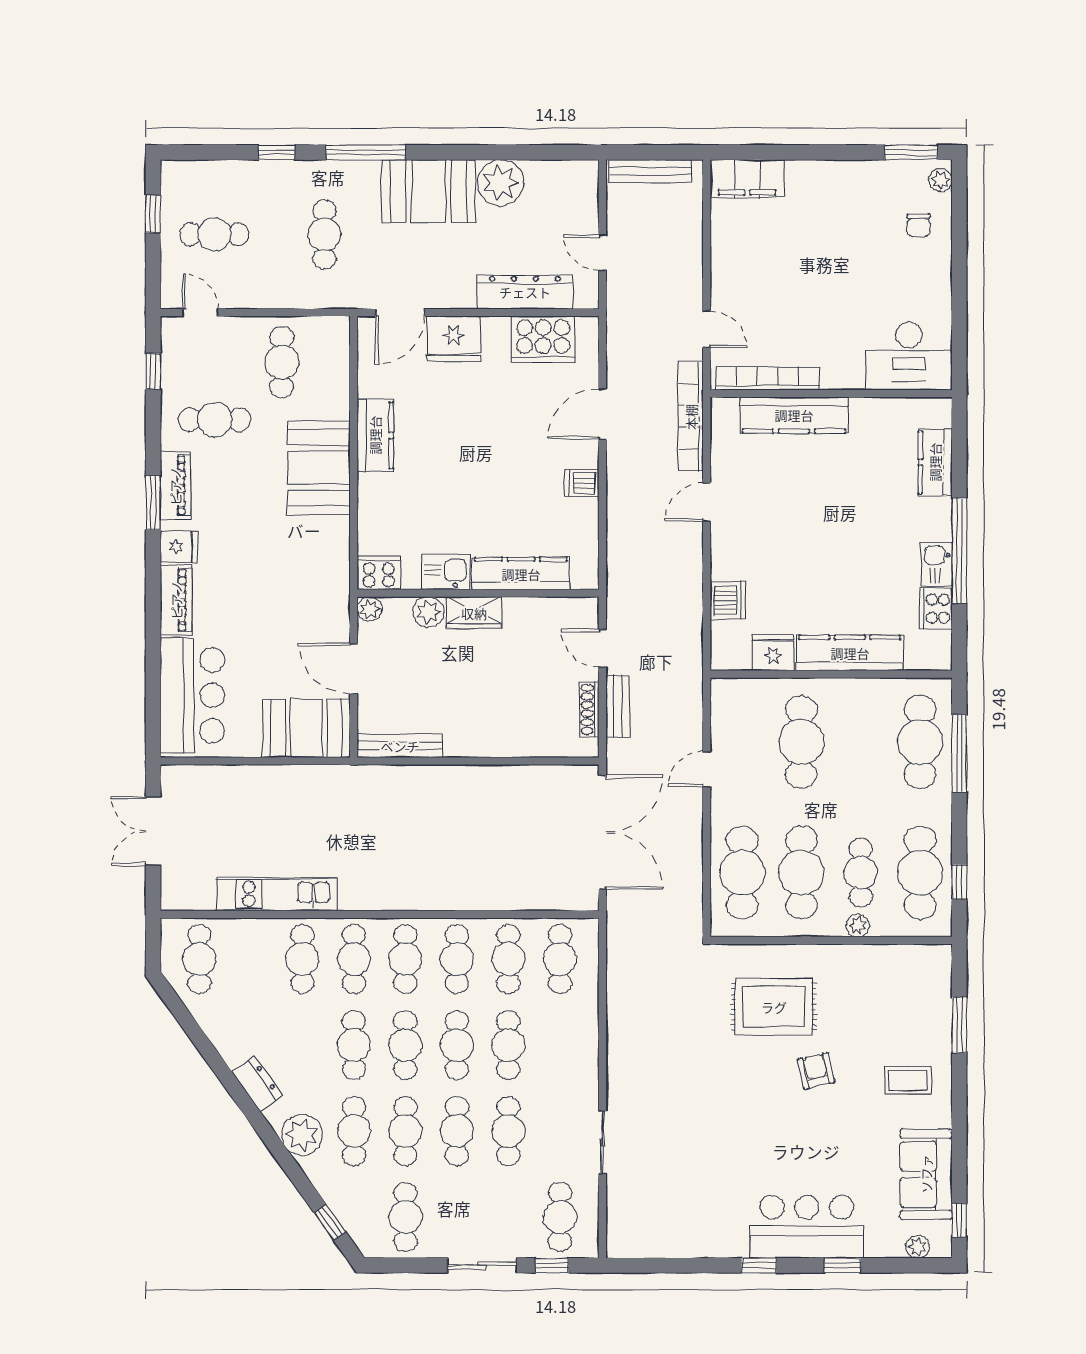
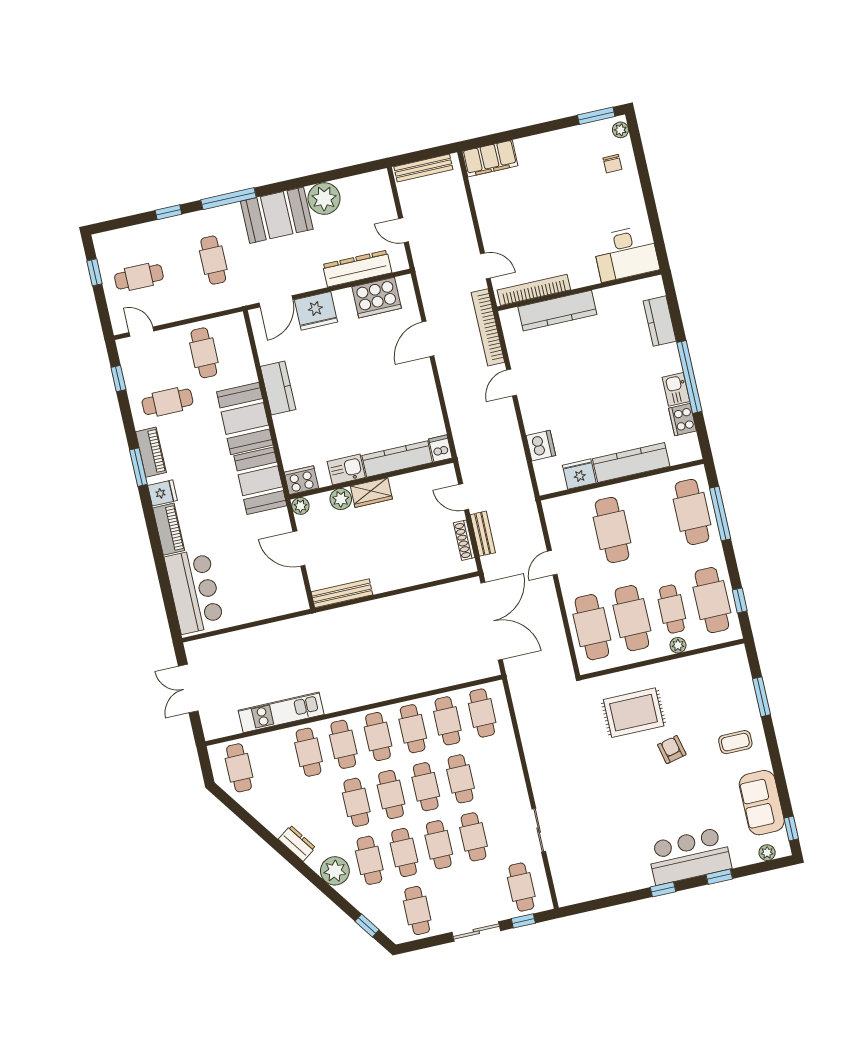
dishwasher: (582, 483) -> (440, 448), moved, turned 90
booth: (306, 728) -> (260, 481), moved, turned 90

